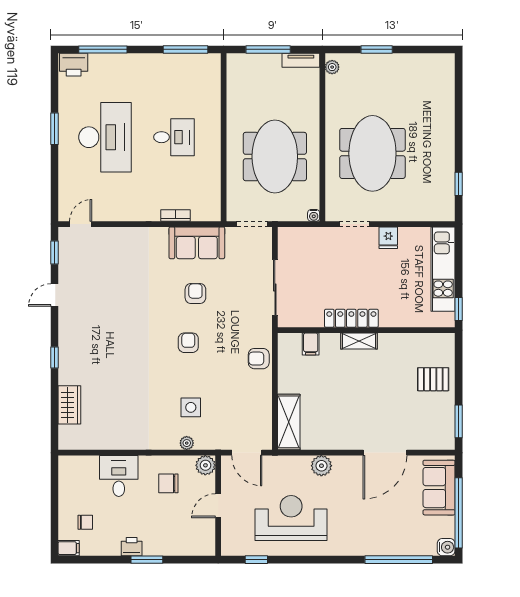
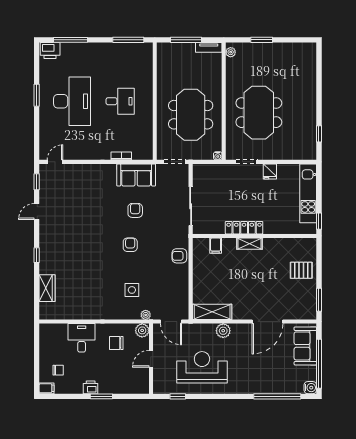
shelving: (289, 422) -> (212, 312), moved, turned 90
plant: (187, 443) -> (146, 315), moved

